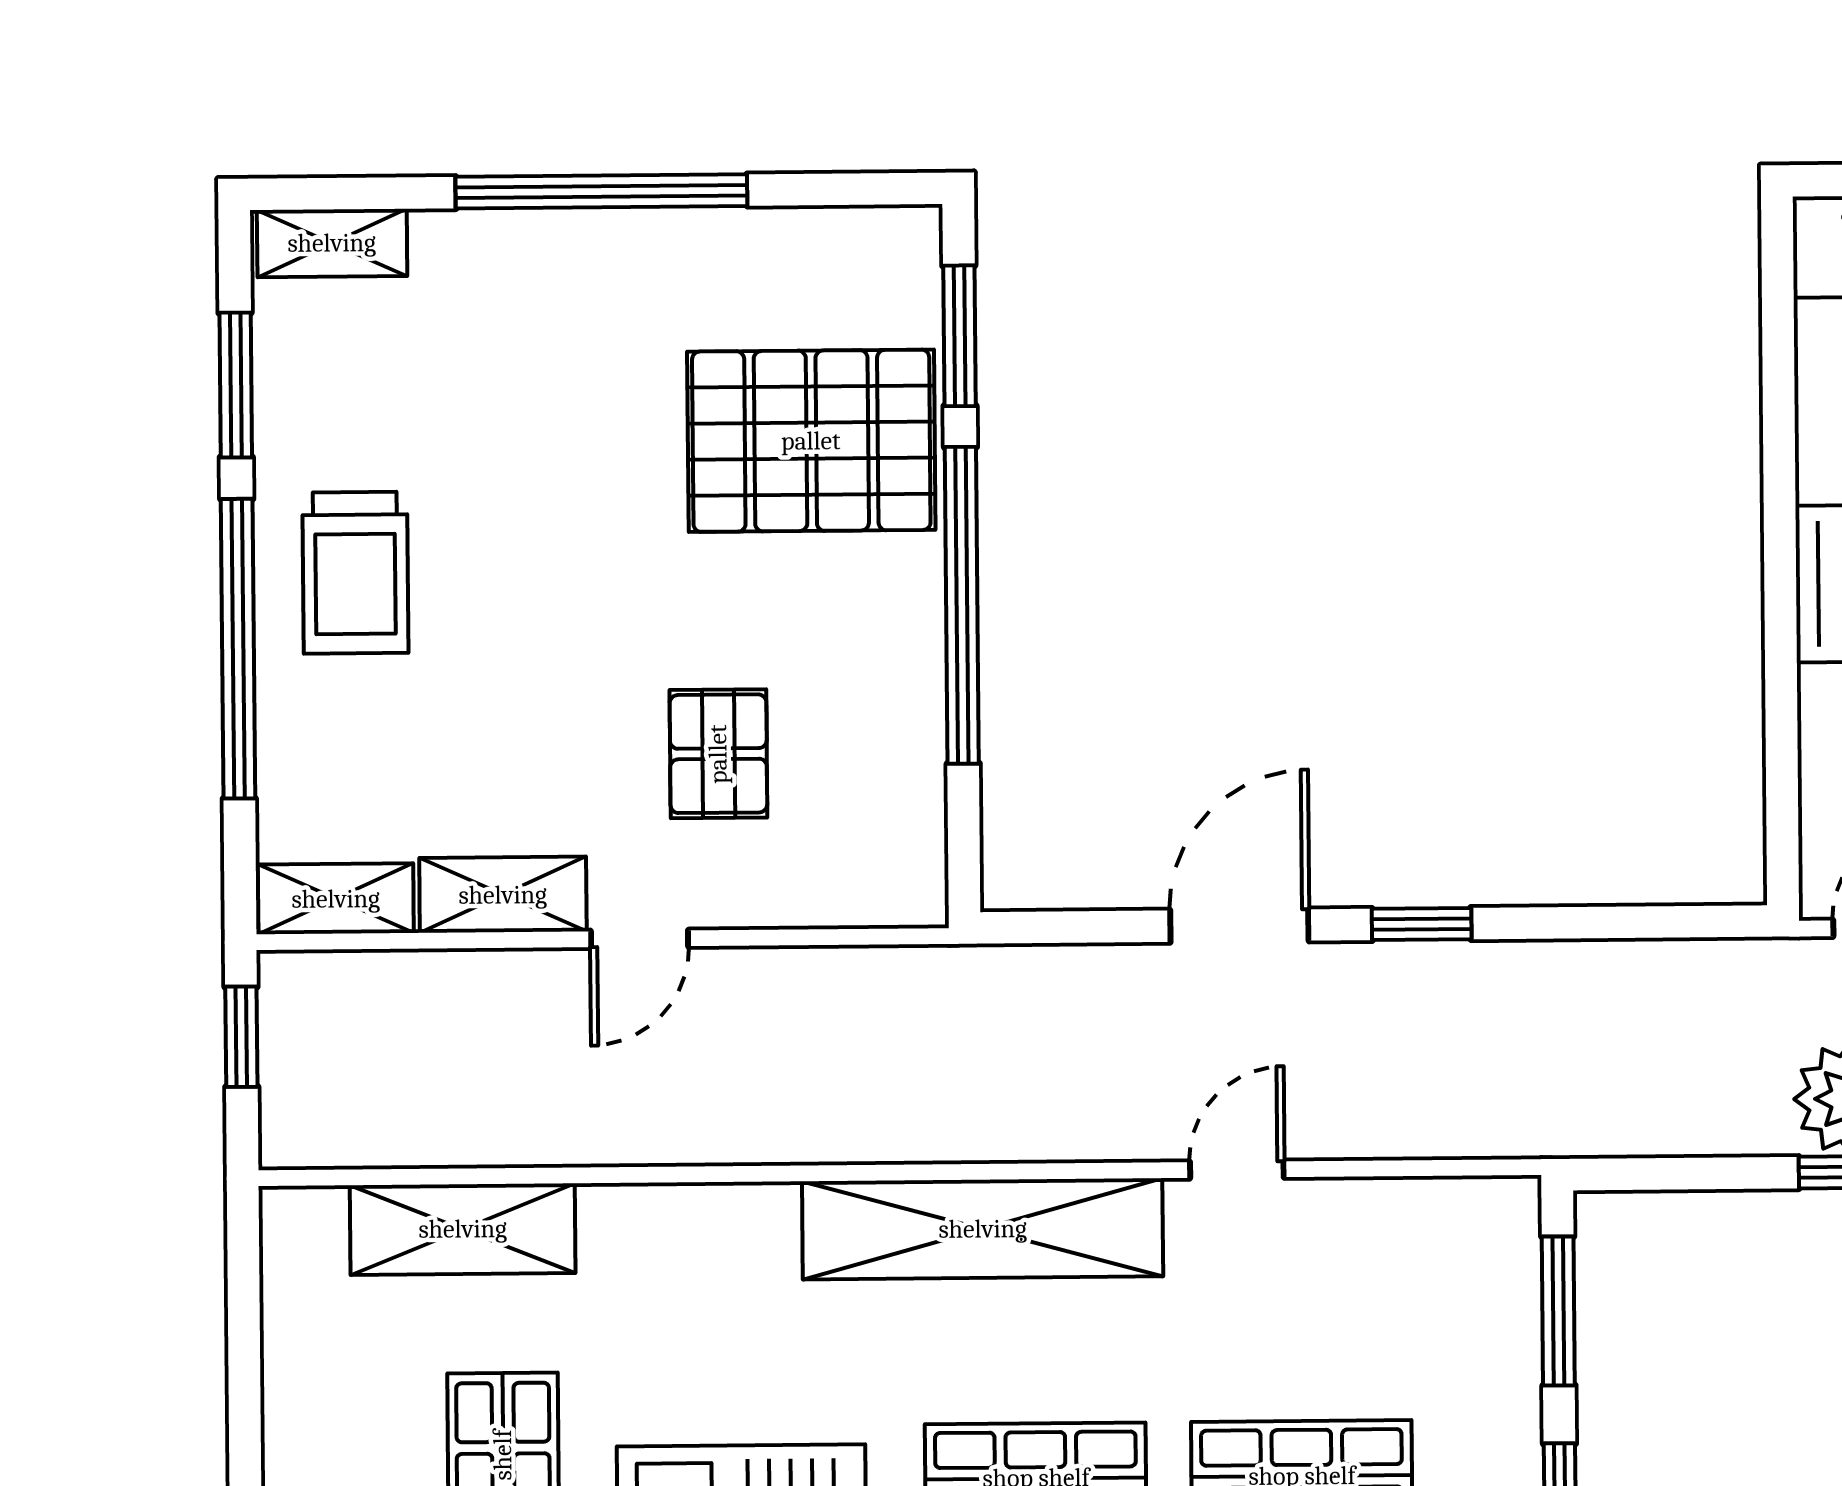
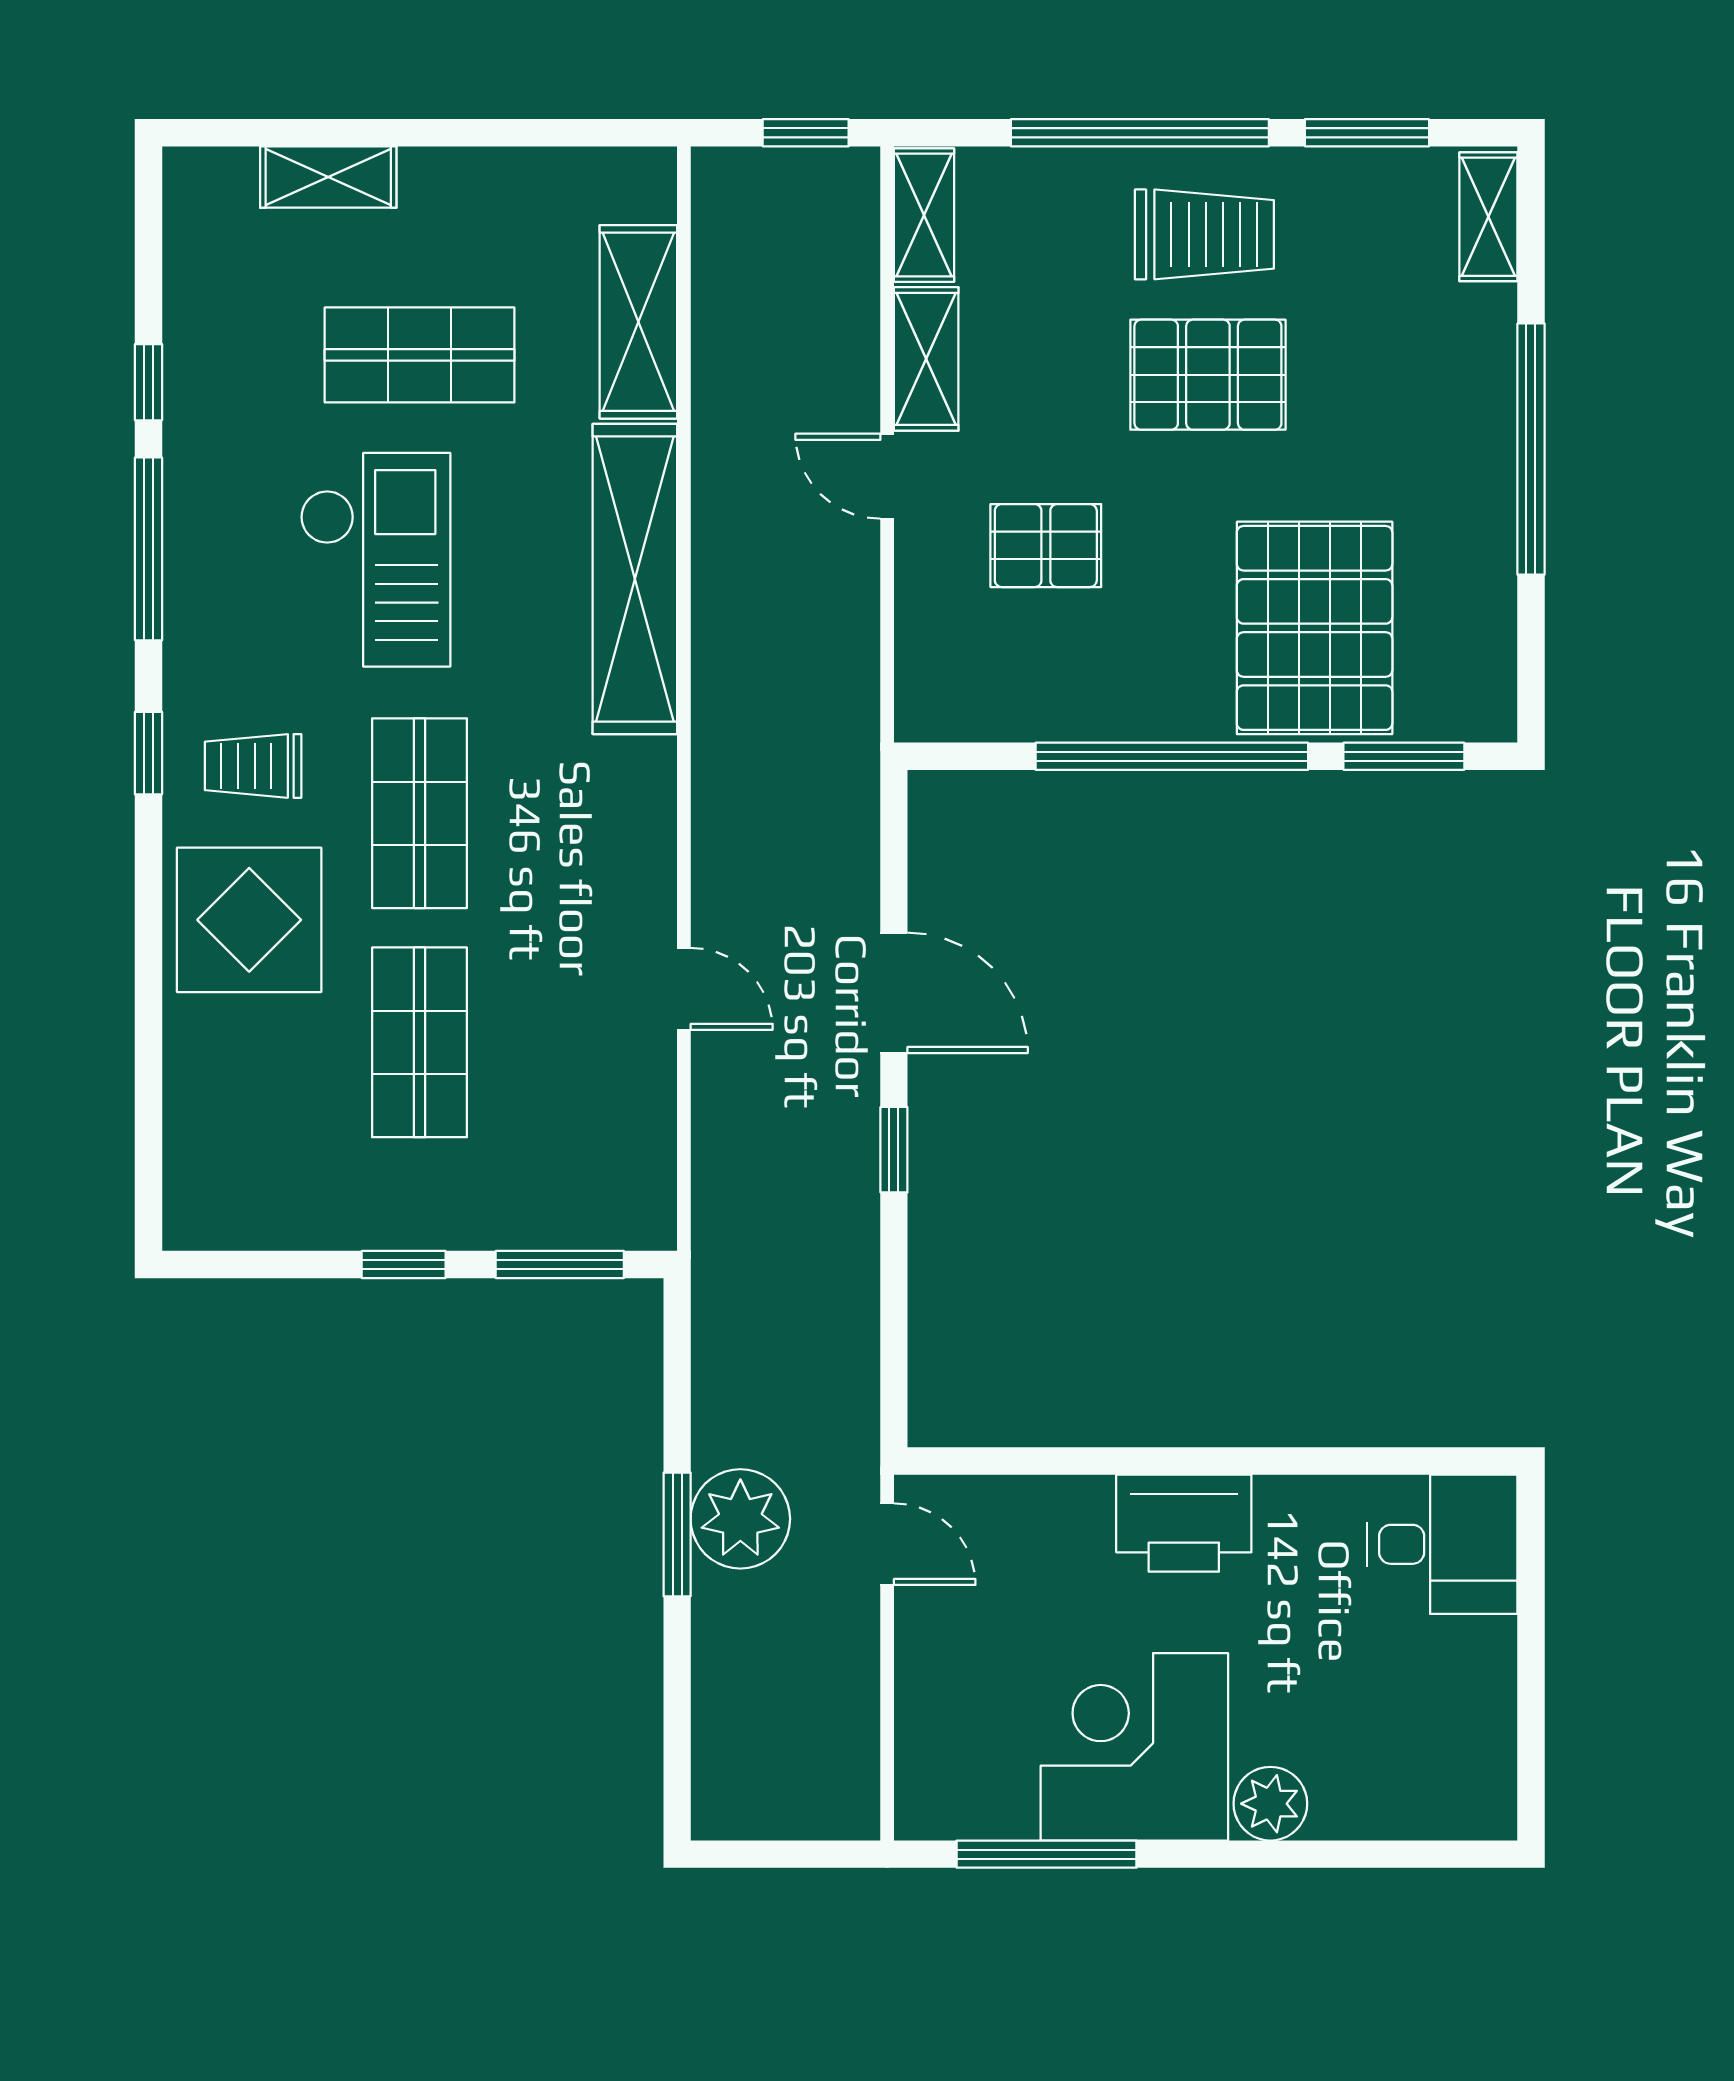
pallet: (518, 567) -> (1208, 375), added
trolley: (355, 573) -> (1204, 234), turned 180
shelving: (983, 1229) -> (635, 579), moved

